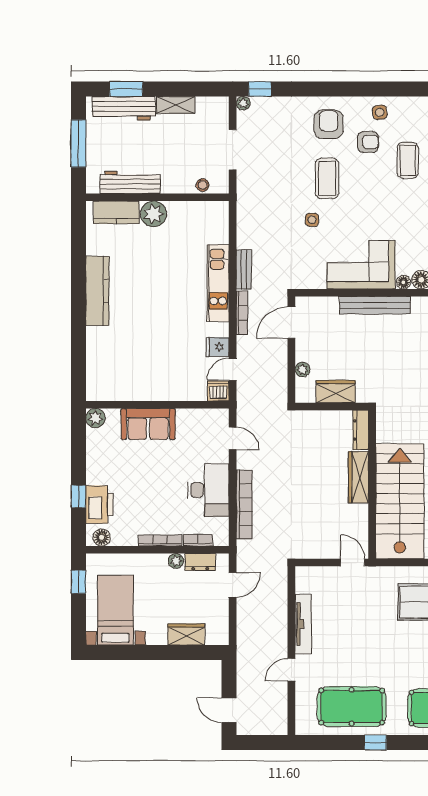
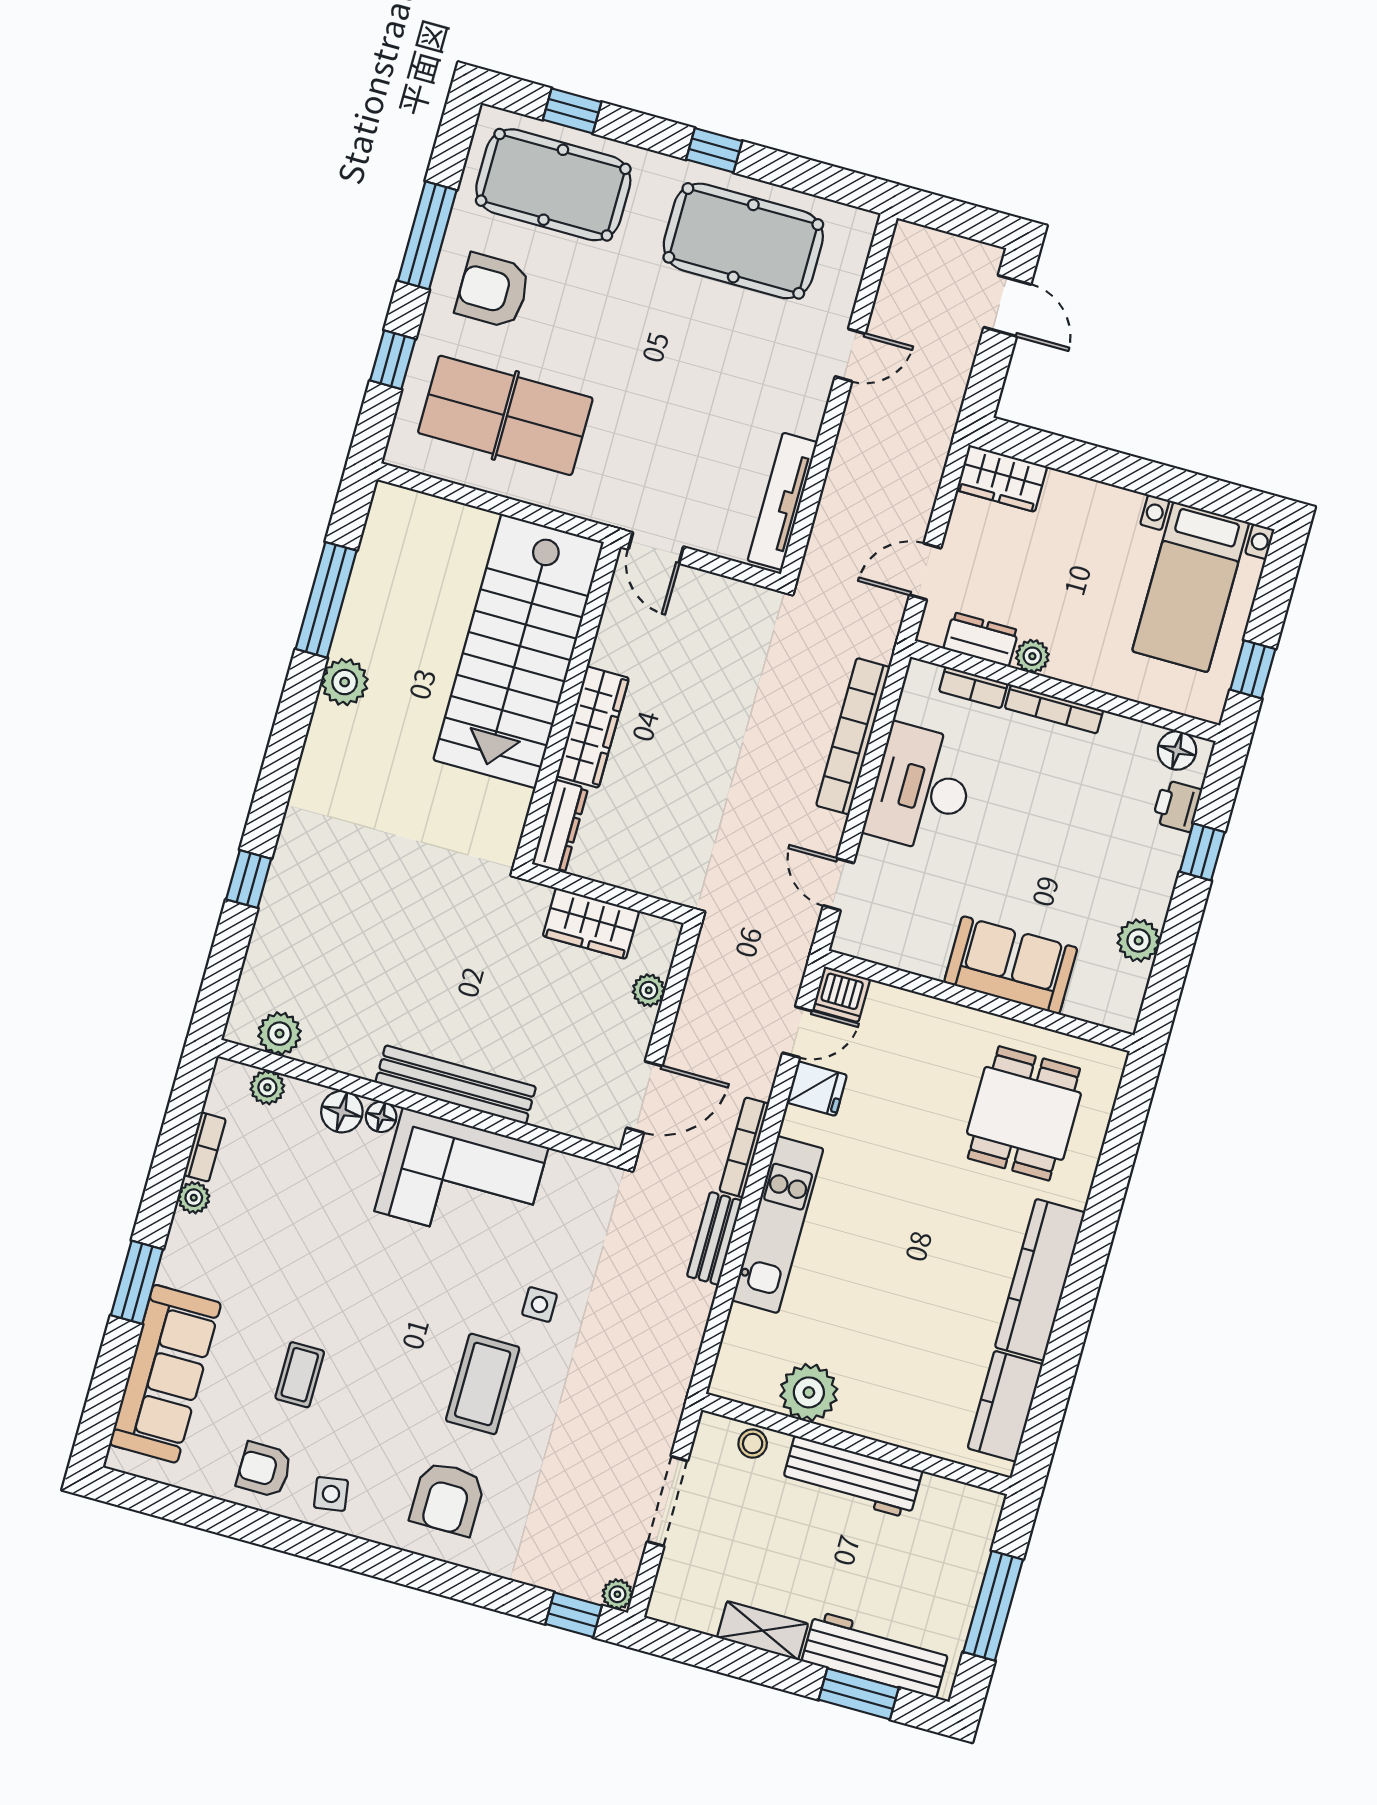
armchair: (368, 142) -> (264, 1470), moved
coffee table: (408, 160) -> (300, 1375), width x0.73, depth x0.77
workbench: (130, 182) -> (852, 1477), moved
kitchen counter: (116, 212) -> (1005, 1406), moved, turned -90
plant: (154, 214) -> (809, 1392), moved
dining table: (124, 361) -> (1024, 1113), added
plant: (95, 418) -> (1139, 941), moved
printer: (99, 505) -> (1177, 806), width x0.53, depth x0.68
tv unit: (303, 624) -> (782, 501), moved
wardrobe: (186, 635) -> (1002, 478), moved

